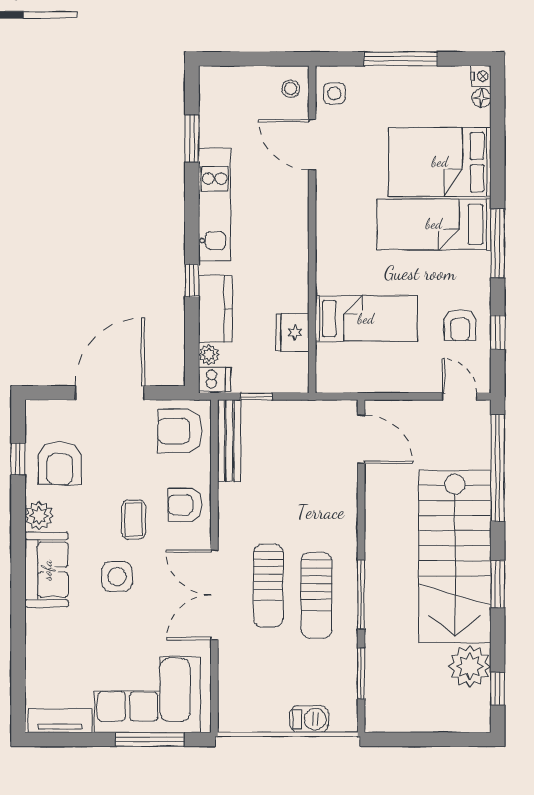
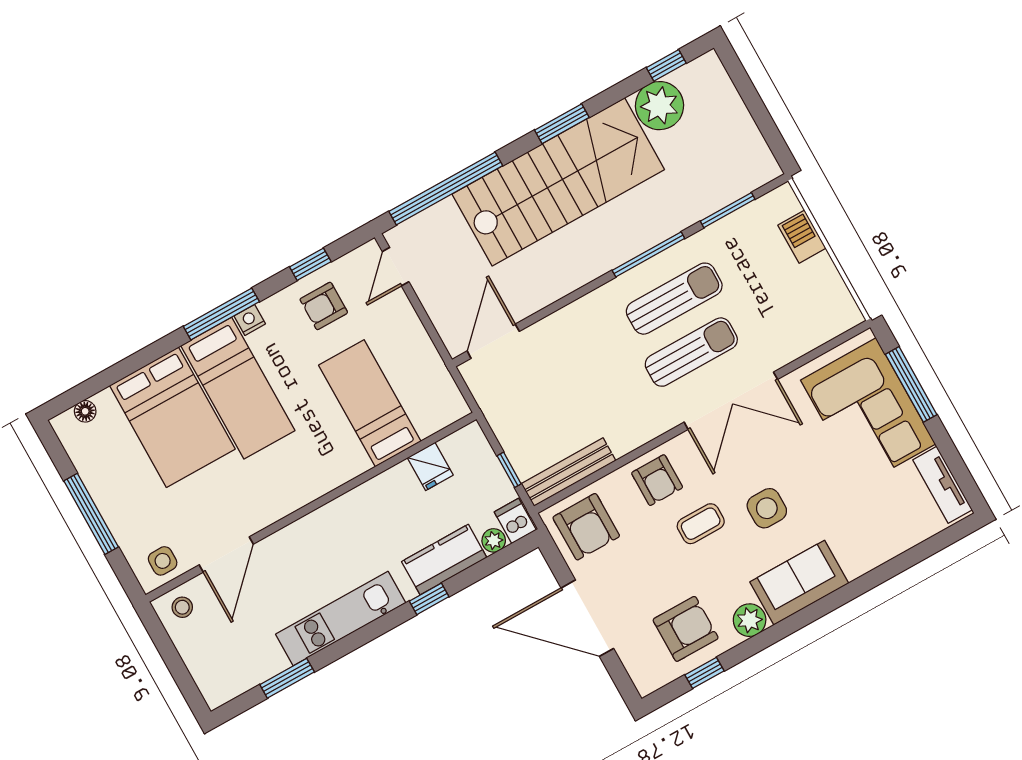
nightstand: (481, 76) -> (250, 320), moved
armchair: (460, 325) -> (324, 306), turned 180
fridge: (292, 332) -> (430, 466), width x0.72

